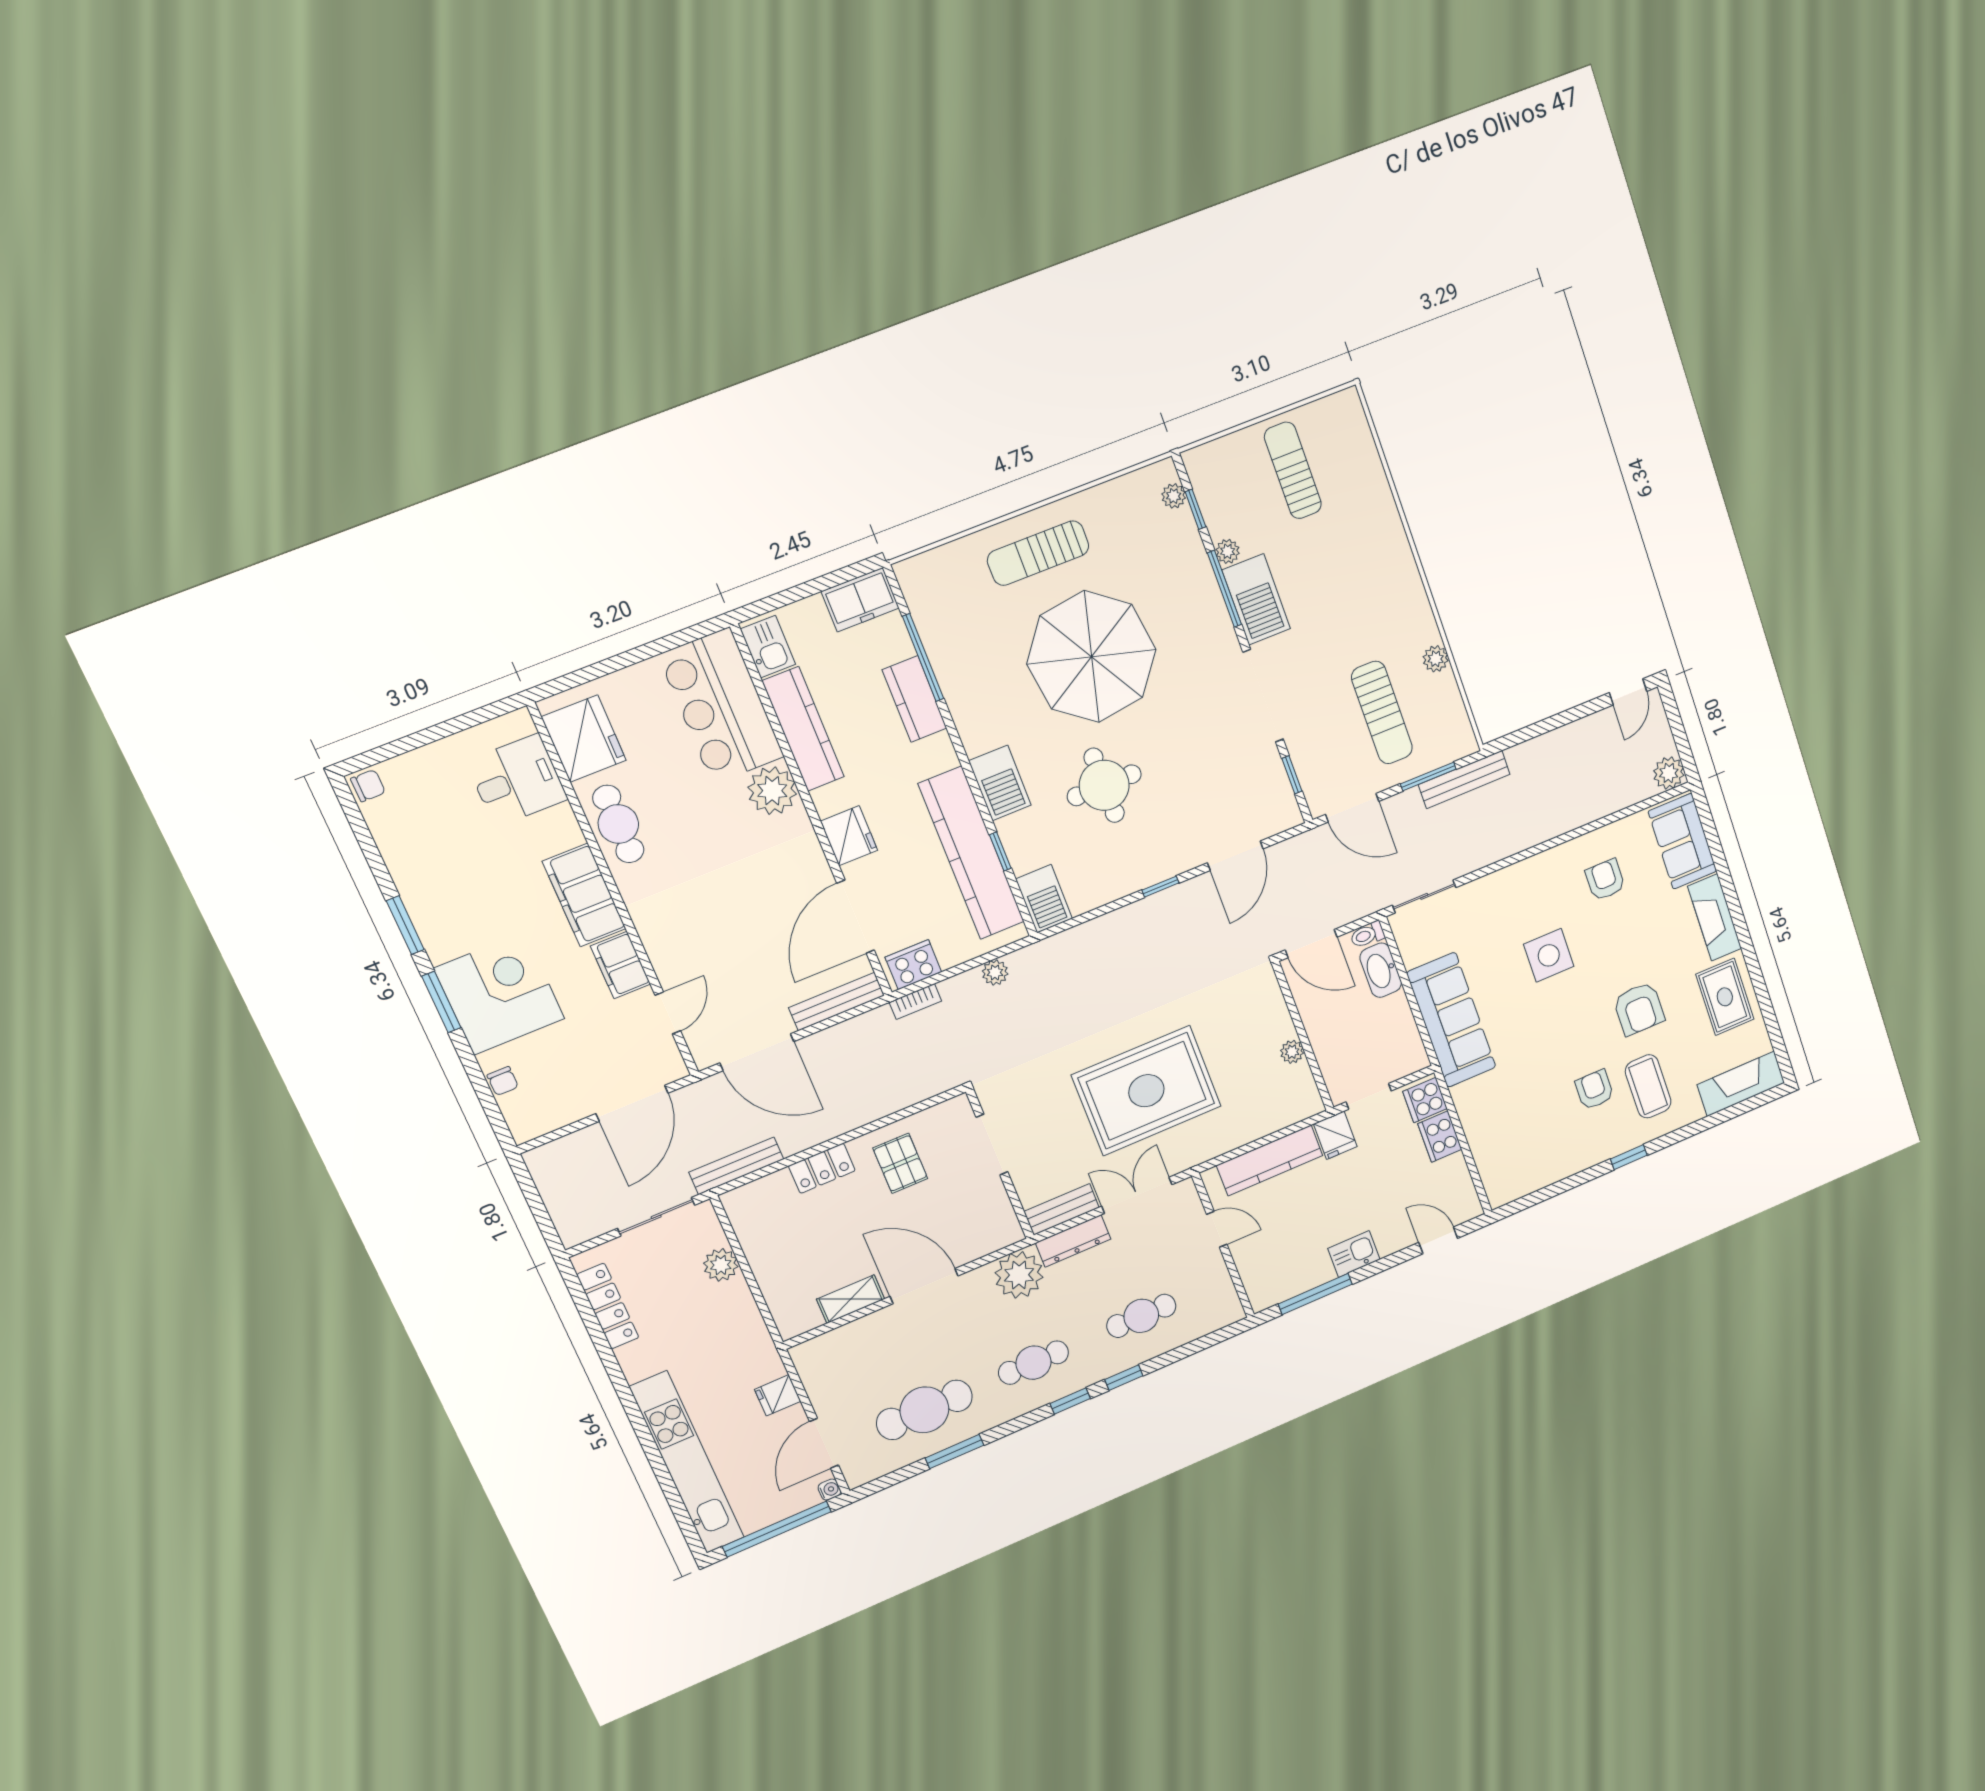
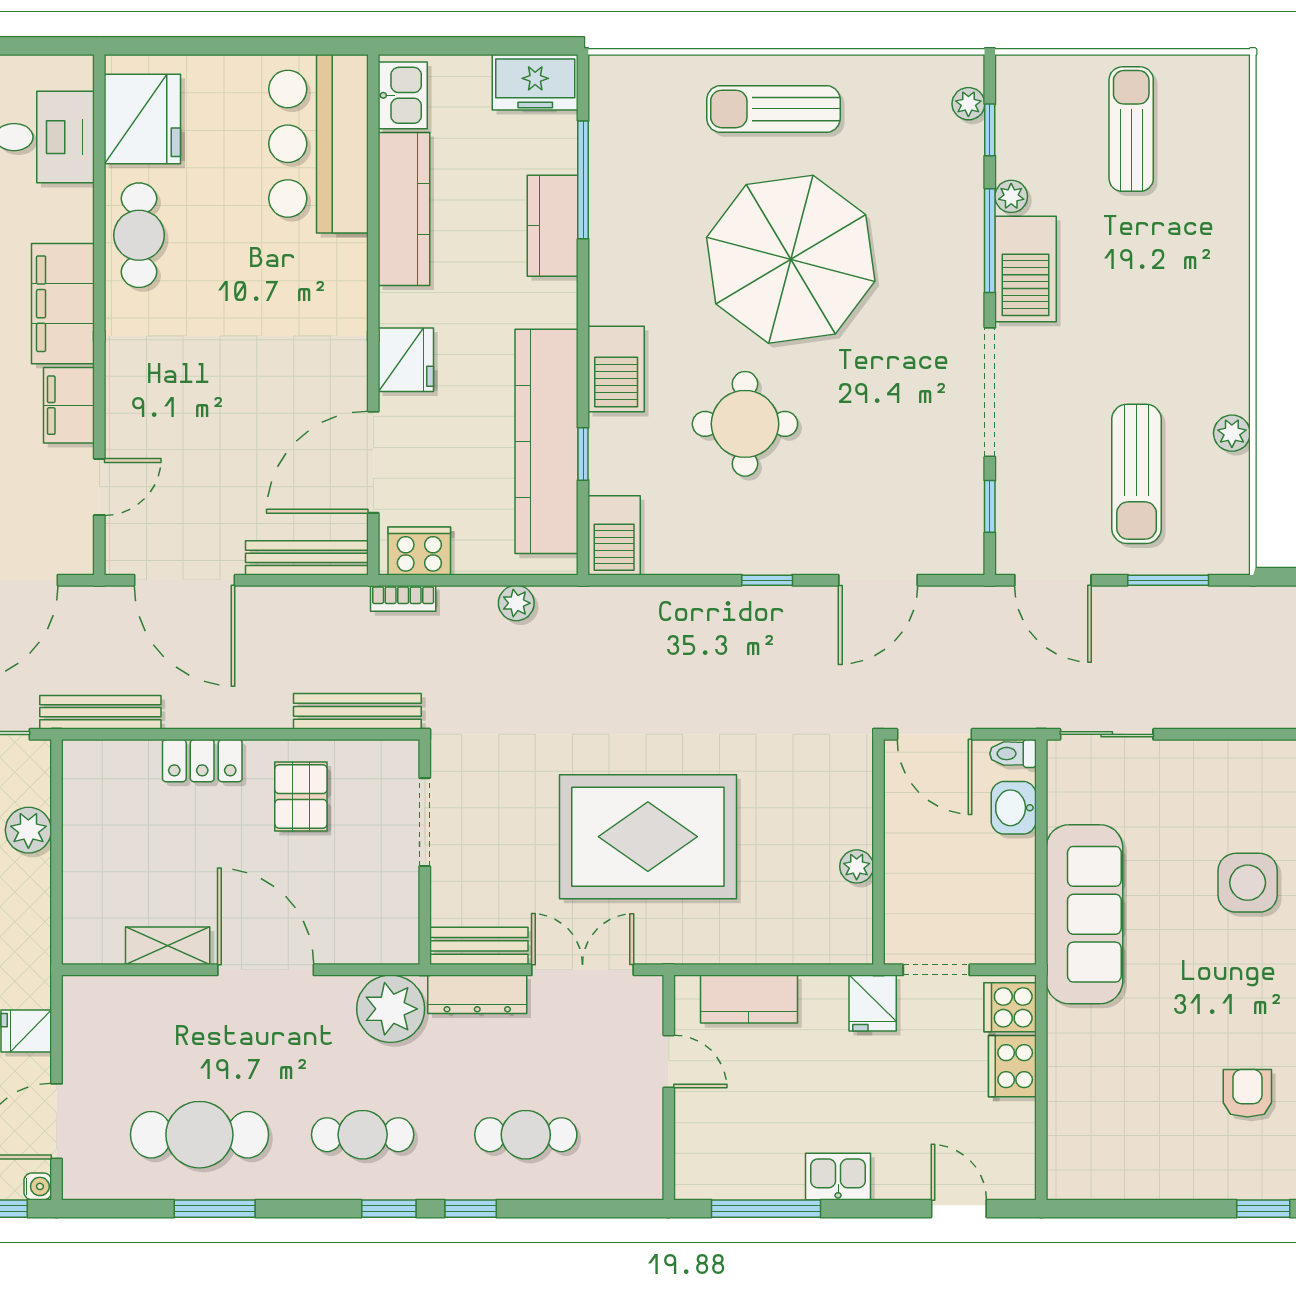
bench: (1464, 780) -> (357, 711), moved
plant: (772, 791) -> (337, 268), removed
washbasin: (1381, 970) -> (1014, 808), width x0.72
kitchen counter: (1270, 1160) -> (749, 999), width x0.67

